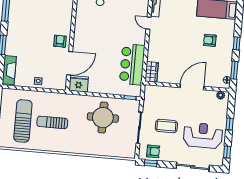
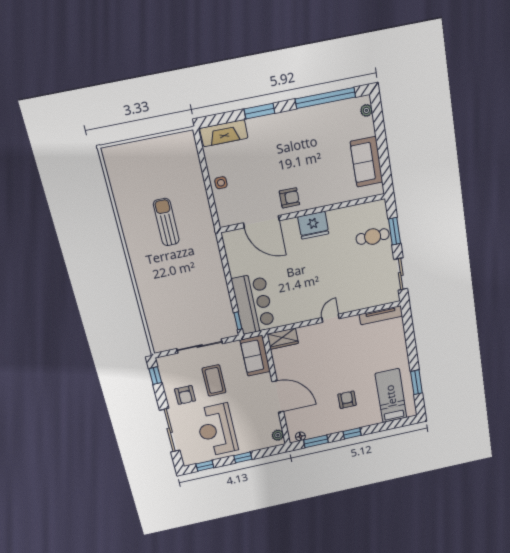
door: (149, 23) -> (330, 318), moved
bar counter: (132, 64) -> (253, 304), moved, turned 90
fridge: (79, 84) -> (313, 225), moved, turned 90
sofa: (158, 93) -> (255, 356), added
round table: (103, 118) -> (198, 292), removed
sun lounger: (23, 121) -> (154, 177), removed
reception desk: (203, 135) -> (217, 430), turned 180
armchair: (153, 151) -> (185, 395), moved

